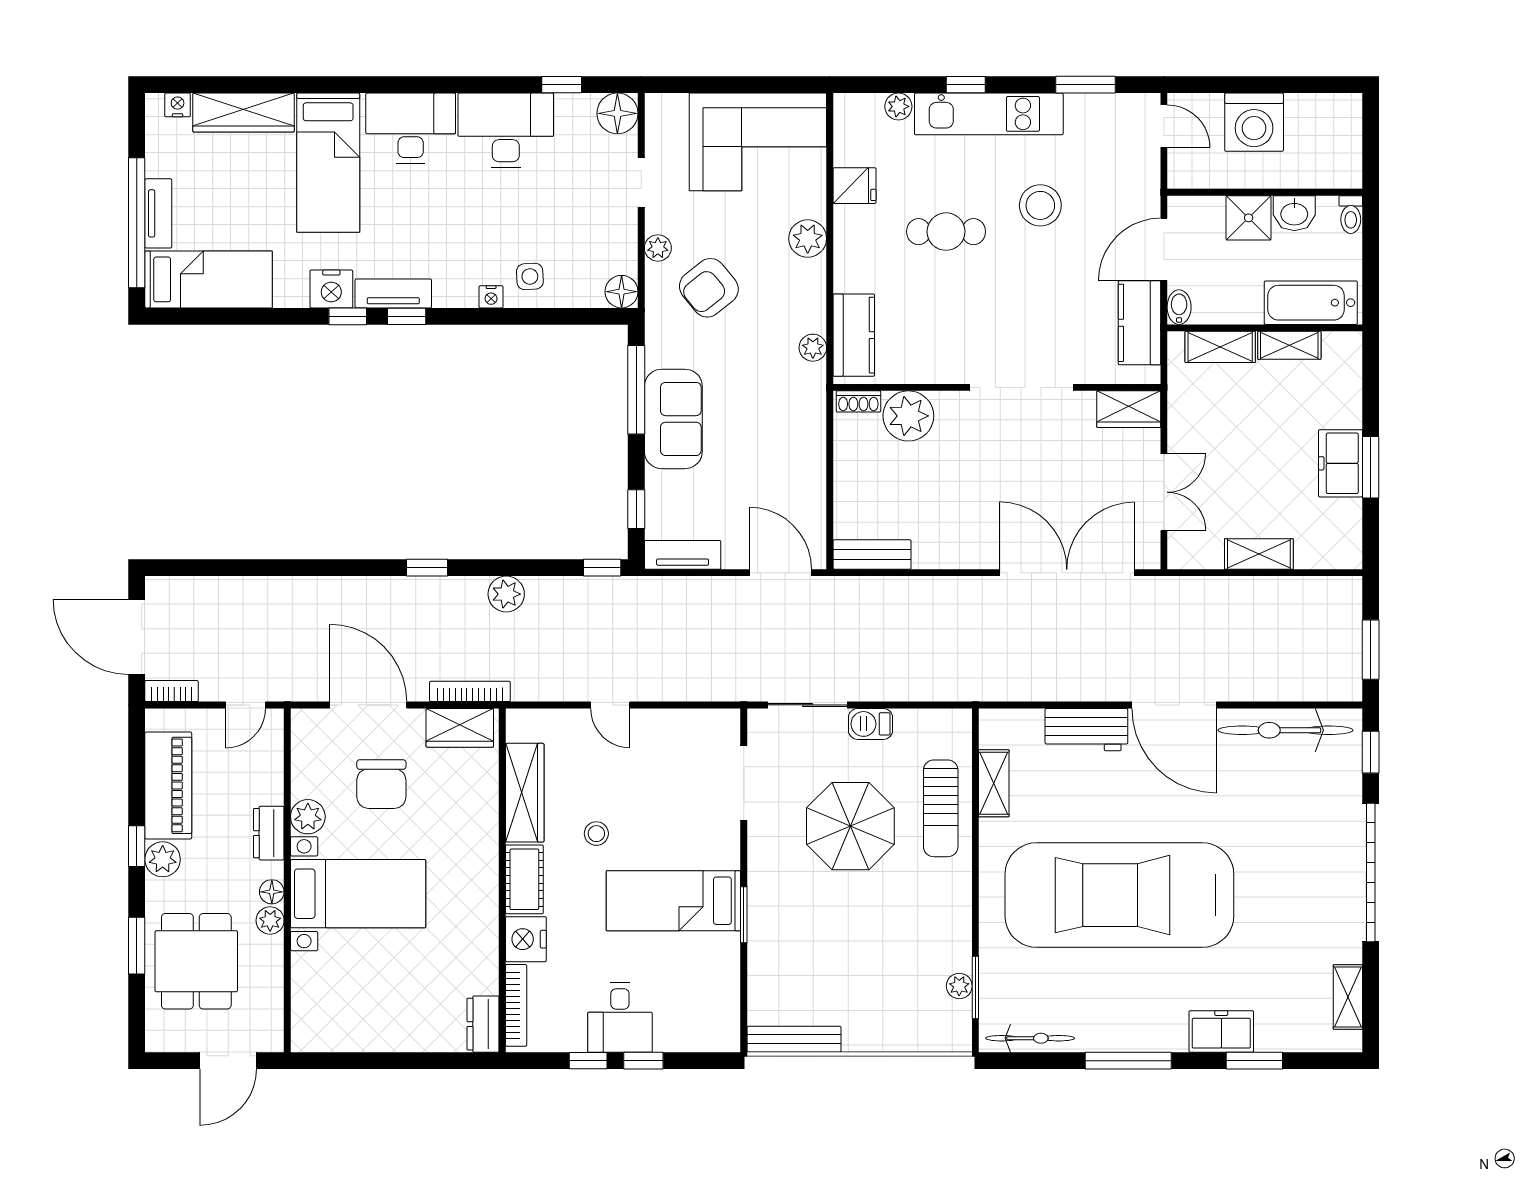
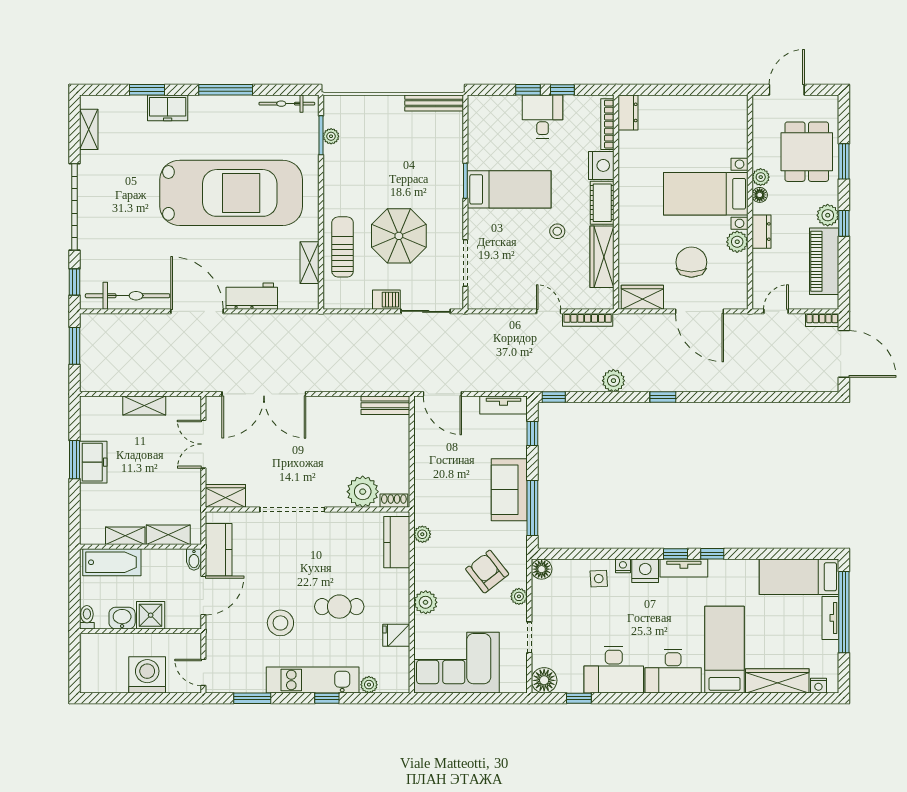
armchair: (709, 288) -> (487, 572), turned -89
nightstand: (331, 289) -> (645, 571), moved
bookcase: (470, 691) -> (588, 320), moved

